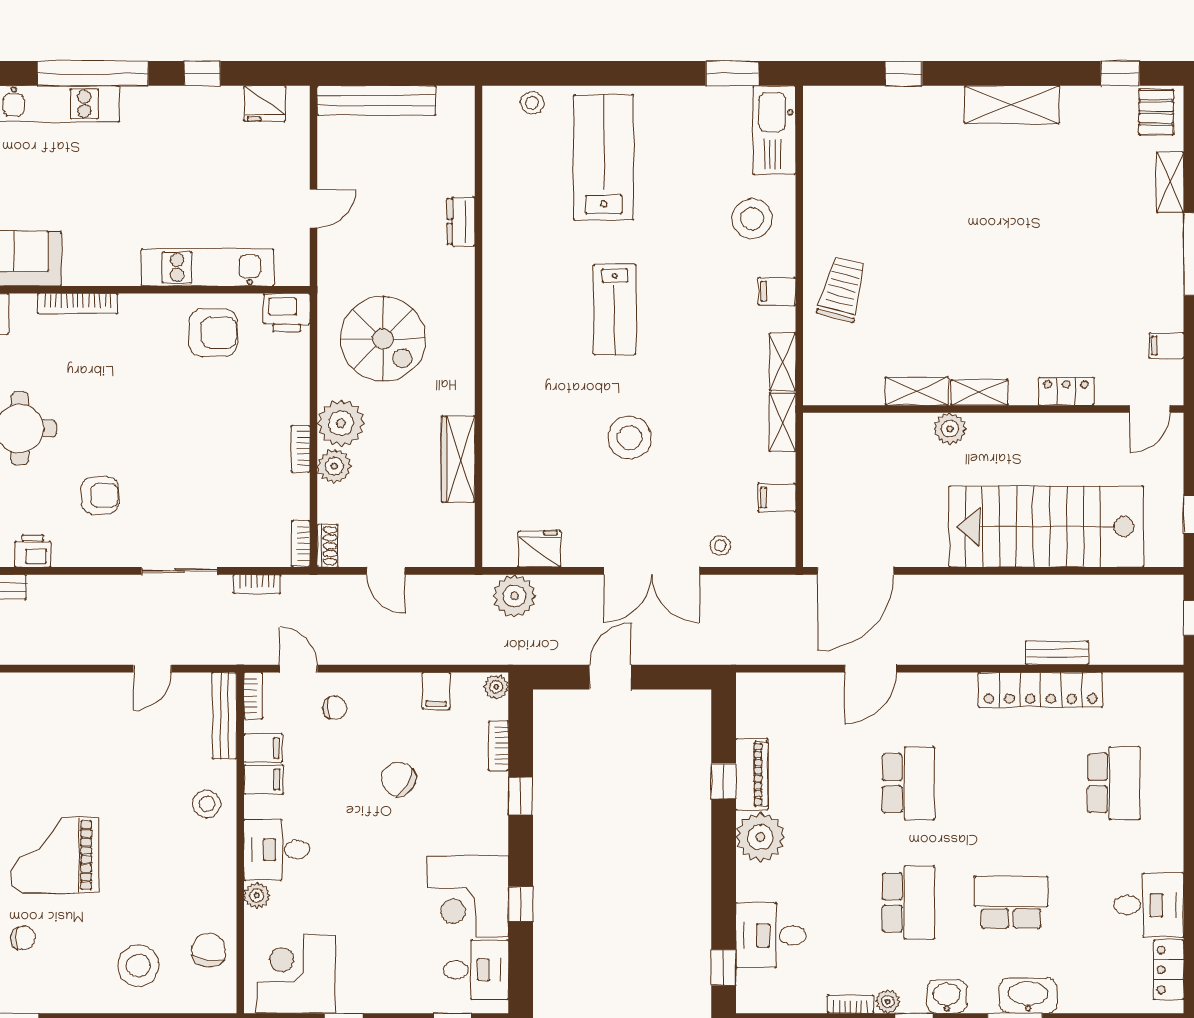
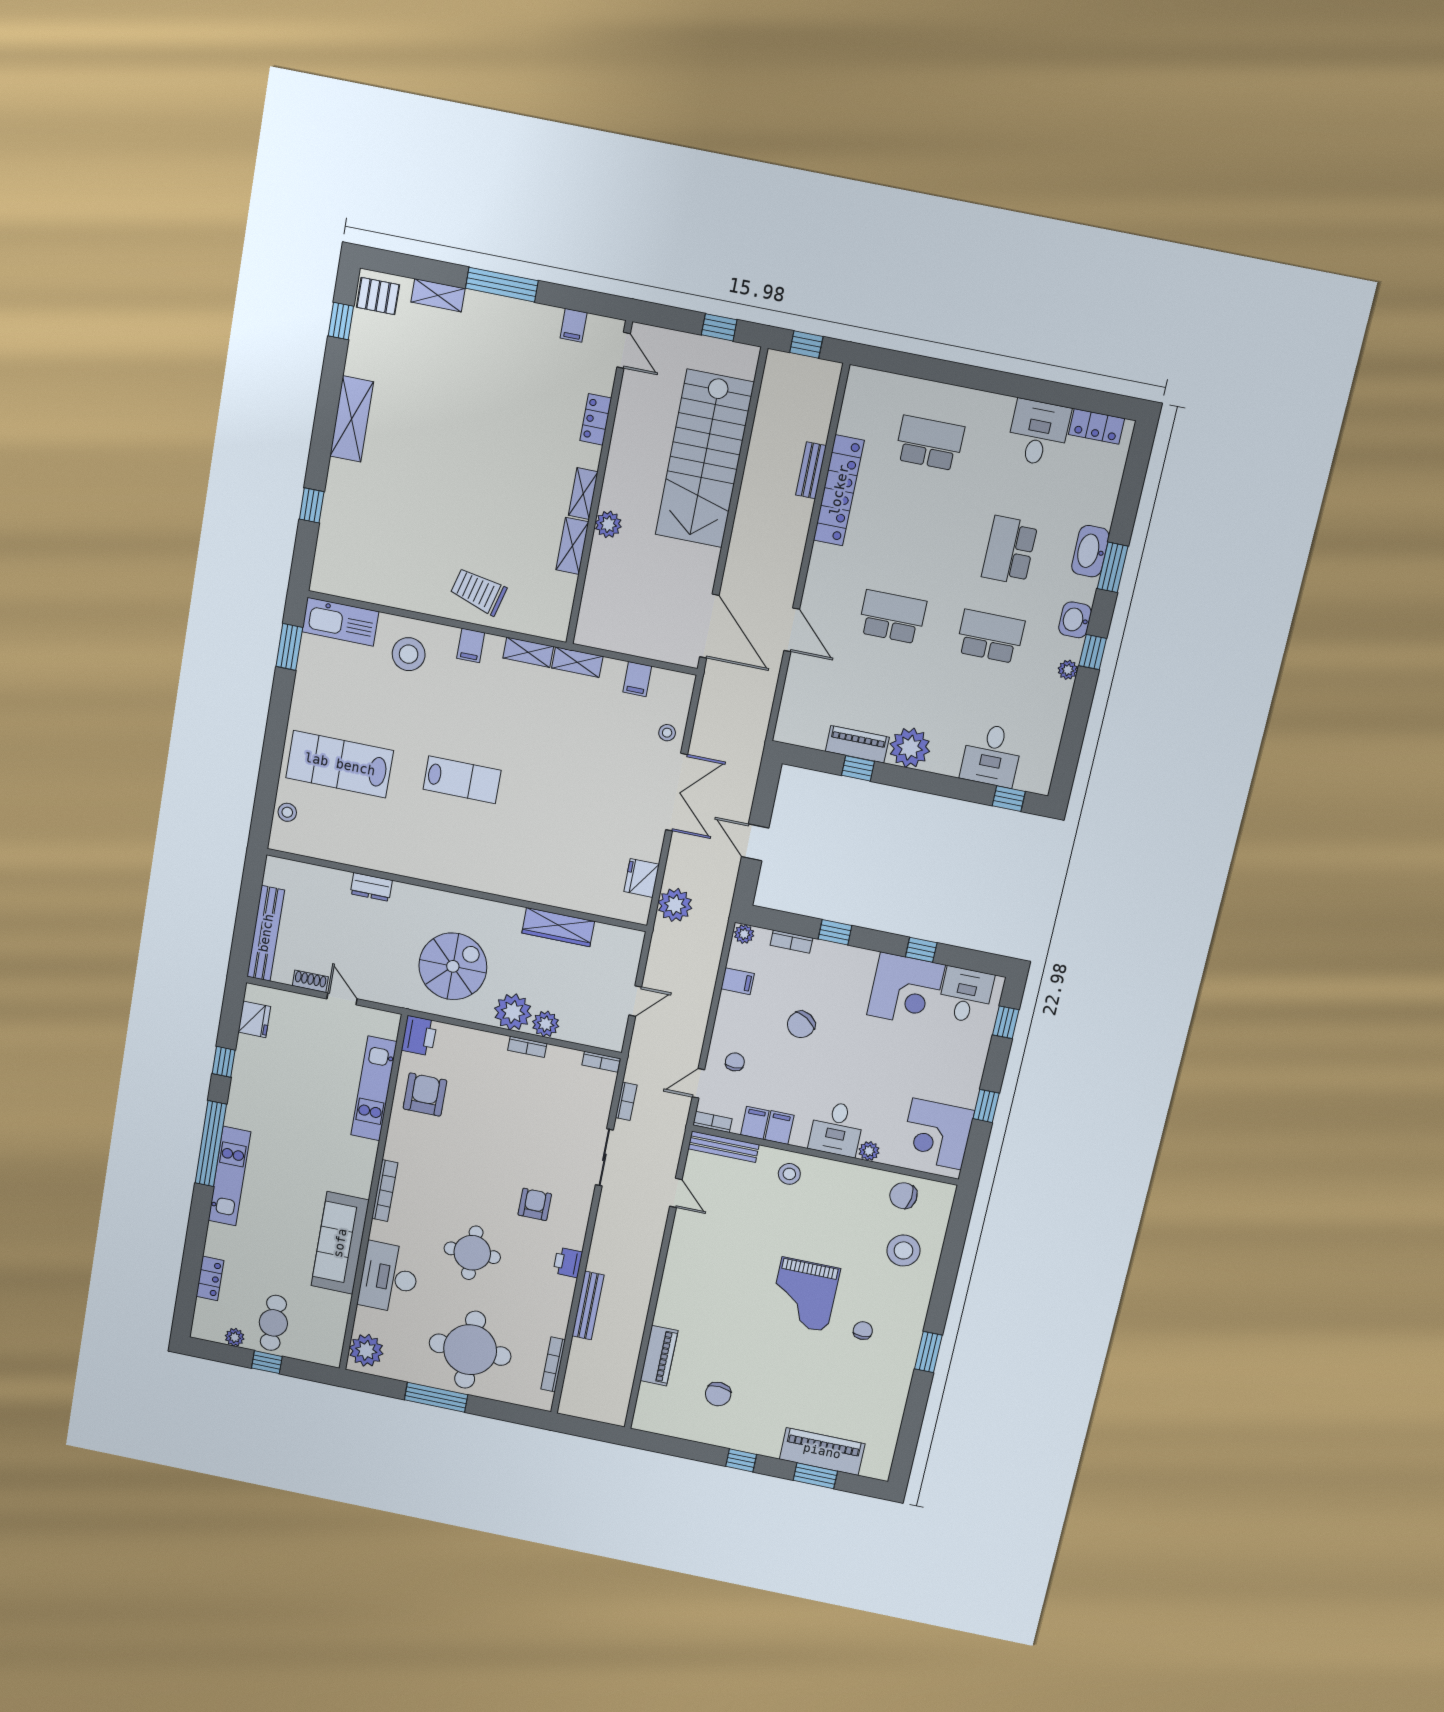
stool: (630, 438) -> (567, 788), removed
shoe rack: (328, 546) -> (310, 981), moved
bookcase: (851, 1004) -> (1063, 701), removed

